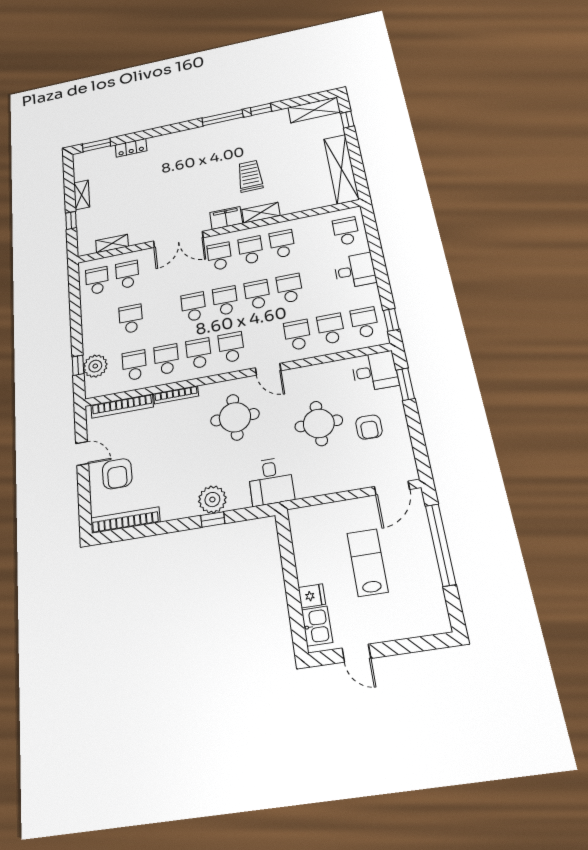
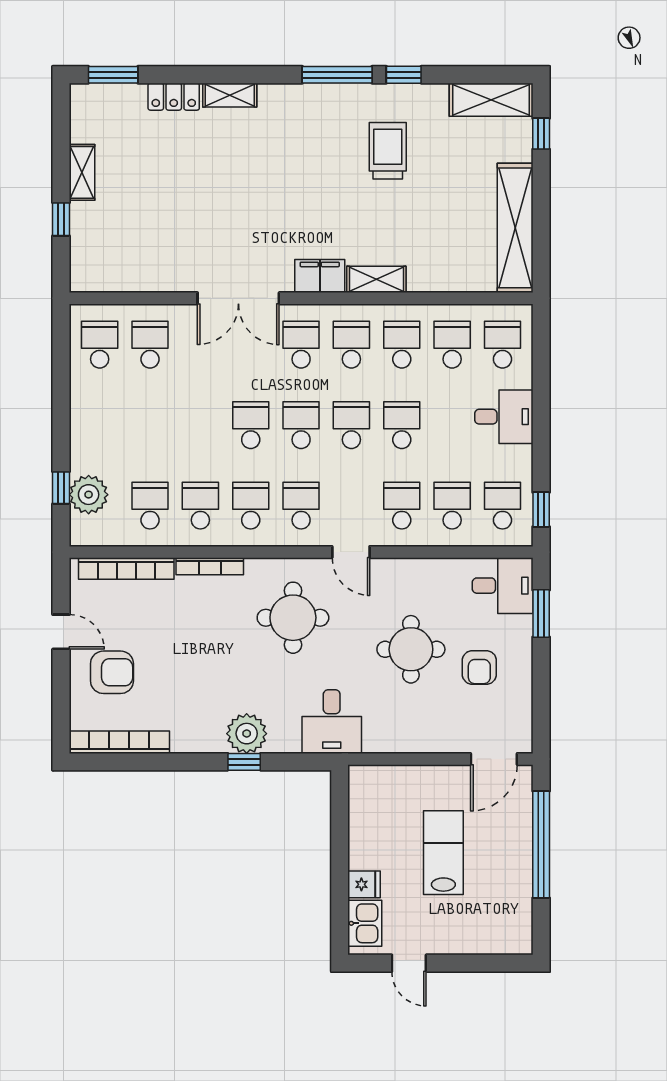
trolley: (250, 176) -> (388, 151), moved
shelving: (112, 243) -> (230, 95), moved
school desk: (131, 319) -> (452, 345), moved
armchair: (117, 474) -> (112, 672), turned -90

